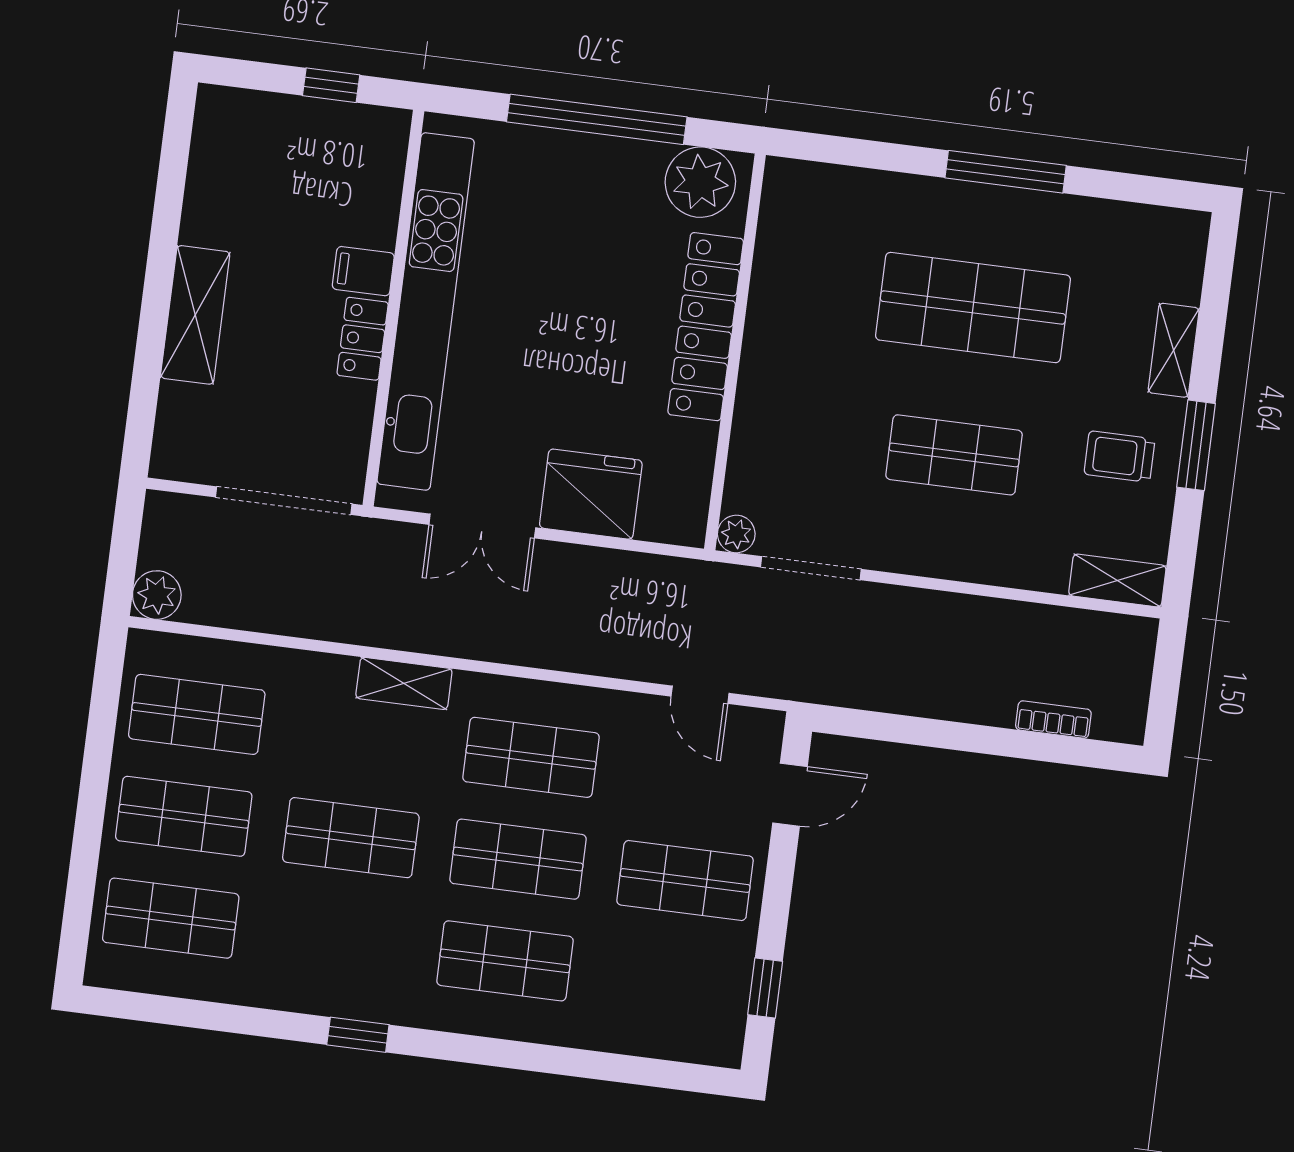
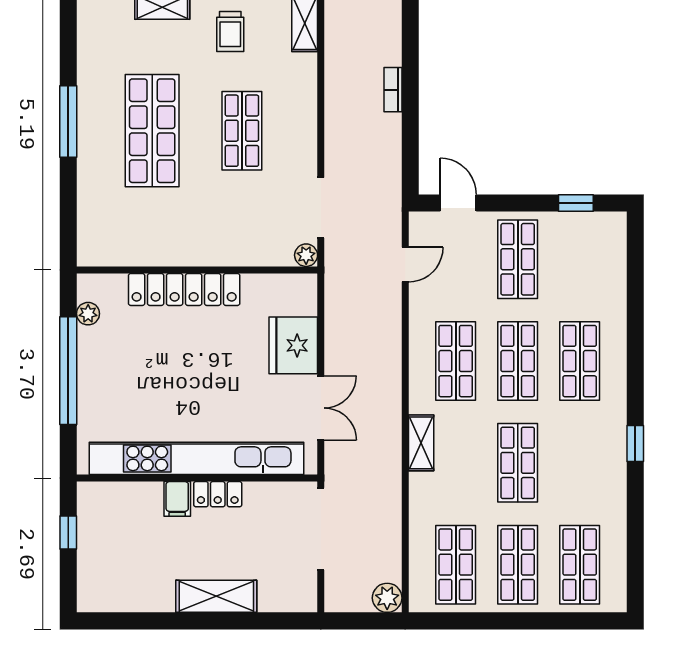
plant: (700, 182) -> (88, 314), width x0.53, depth x0.53
bookcase: (1053, 720) -> (393, 90), moved

